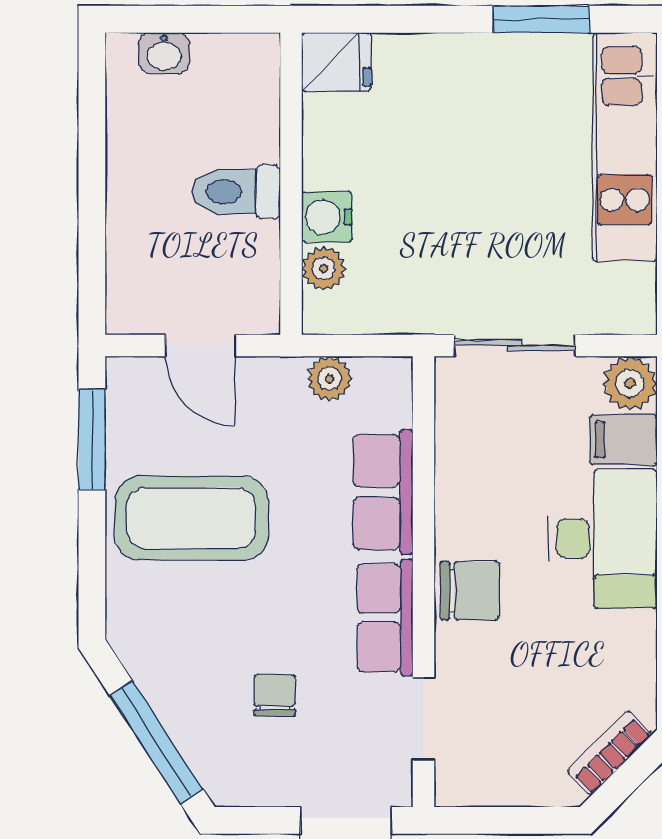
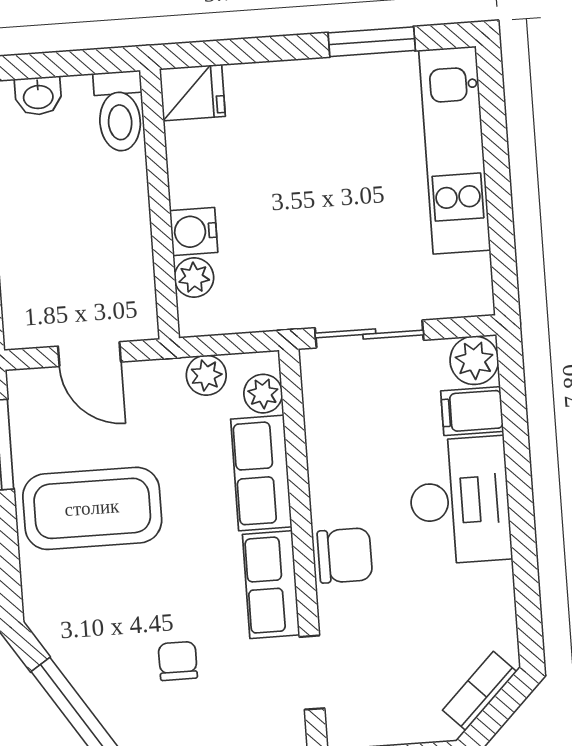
toilet: (236, 192) -> (119, 111), moved, turned -90
plant: (391, 404) -> (263, 394), added

